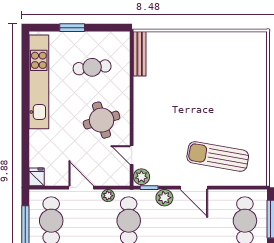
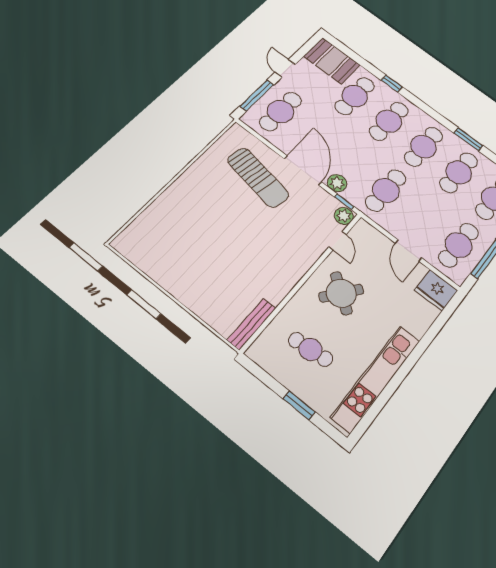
round table: (102, 120) -> (341, 293), turned -36
fridge: (37, 177) -> (436, 290), width x1.88, depth x1.34
door: (194, 188) -> (303, 170), width x1.36
plant: (108, 196) -> (388, 225), removed

